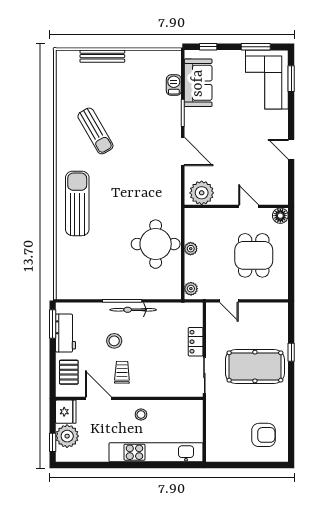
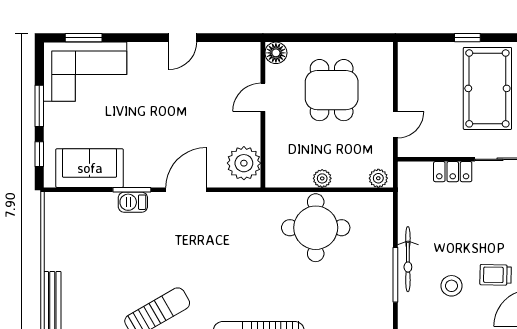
window: (256, 47) -> (39, 106), moved
barbecue: (174, 85) -> (133, 202), moved
dining table: (254, 255) -> (332, 90), turned 90

